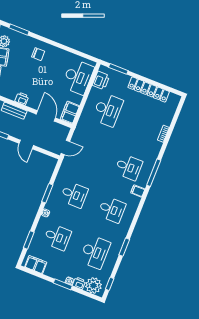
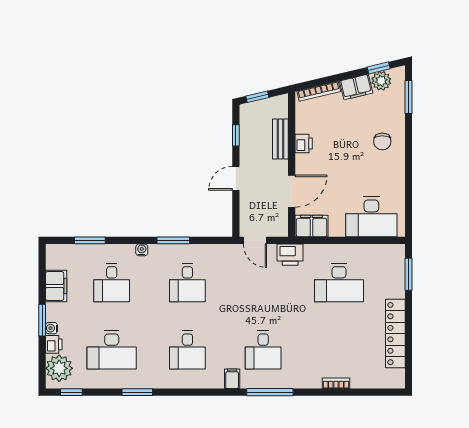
printer: (101, 80) -> (290, 255), moved
filing cabinet: (36, 265) -> (56, 286), moved

